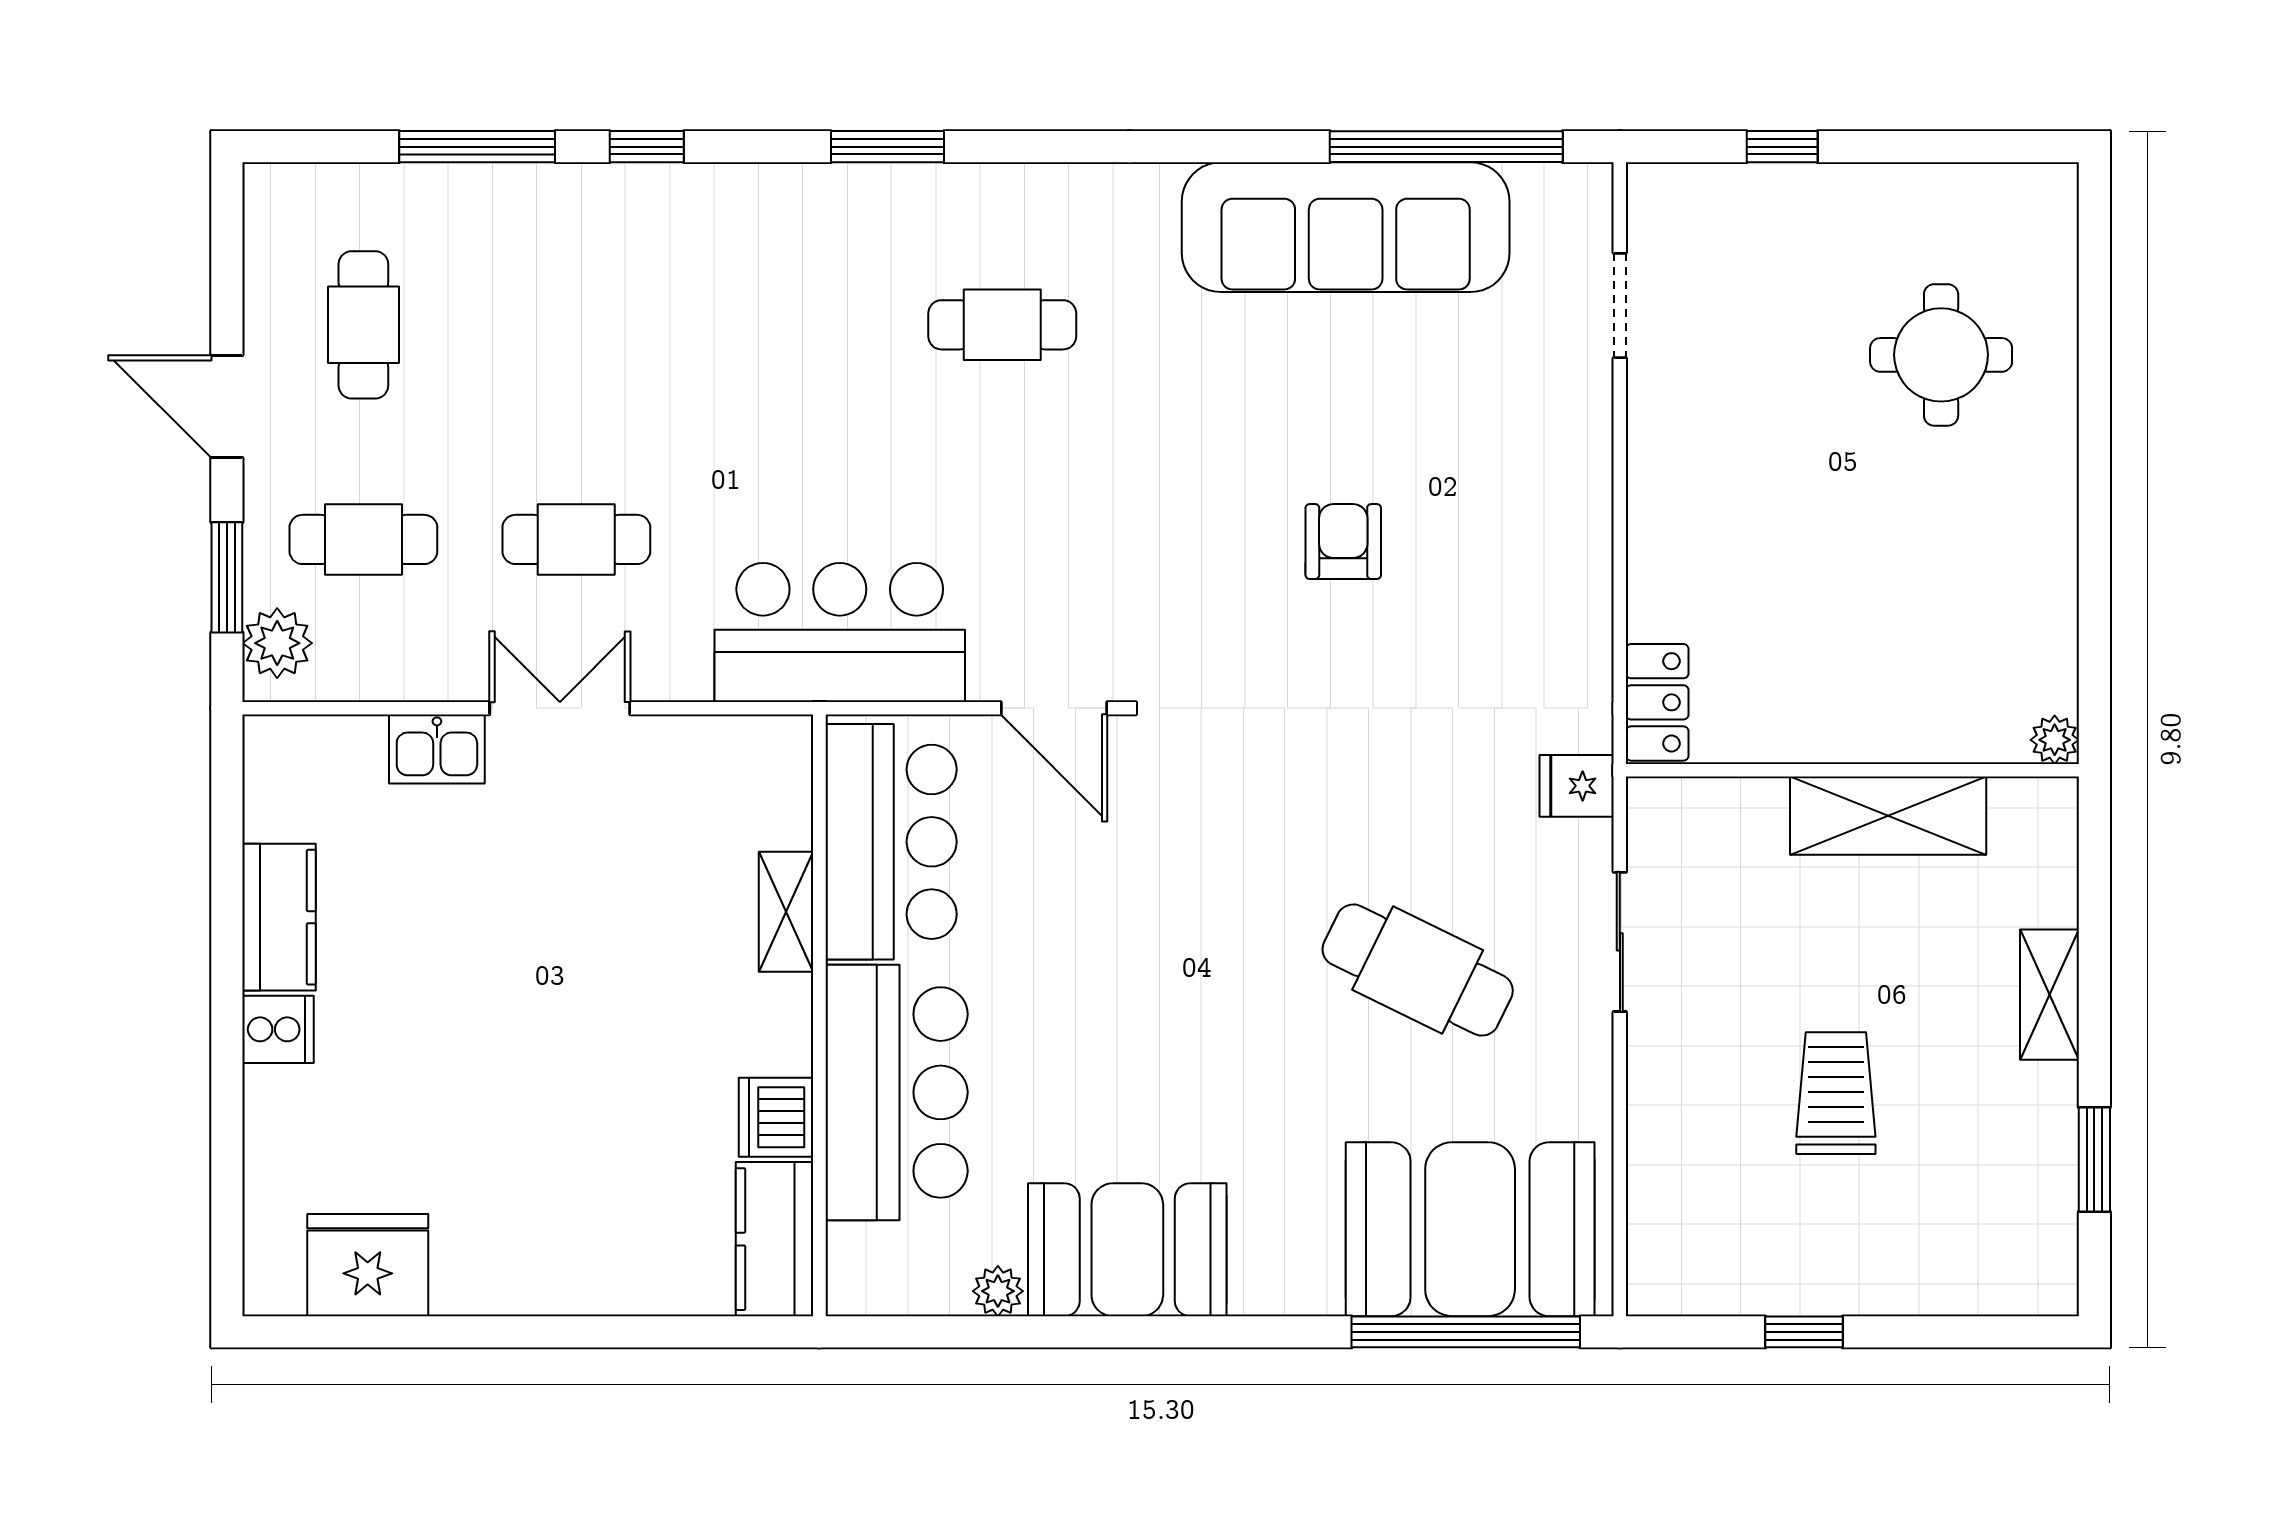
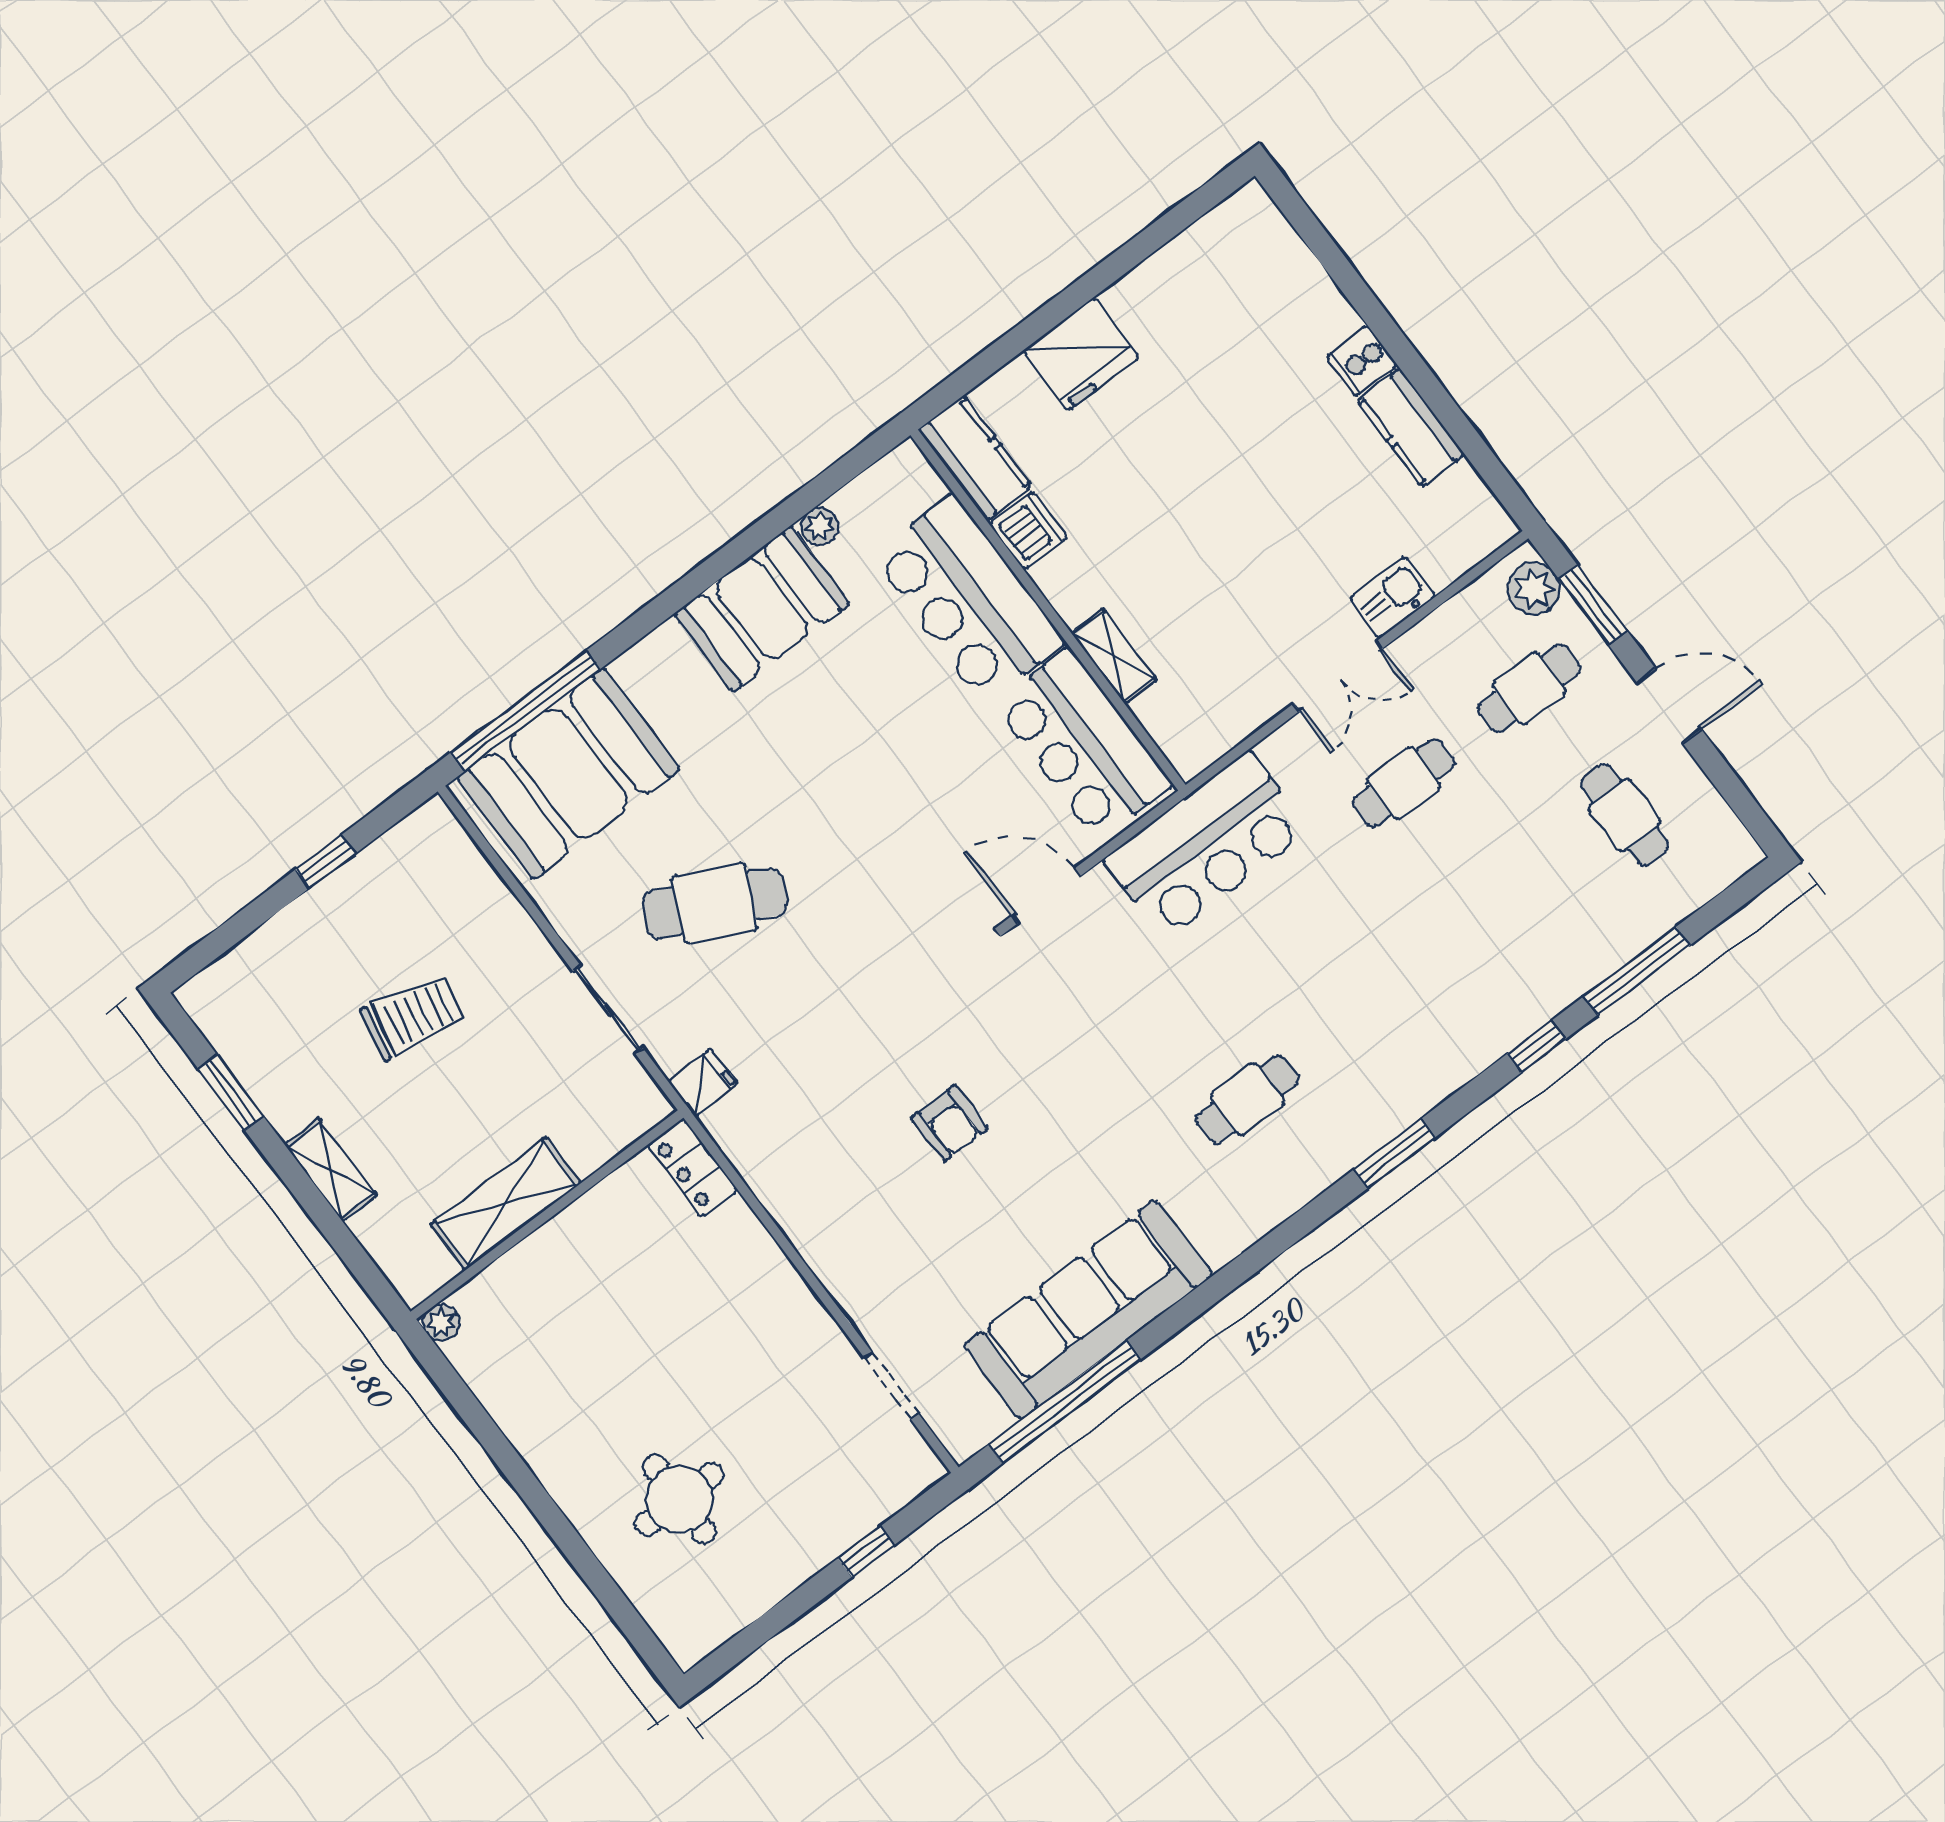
trolley: (1836, 1093) -> (413, 1017), turned -78
fridge: (368, 1265) -> (1081, 354), moved

